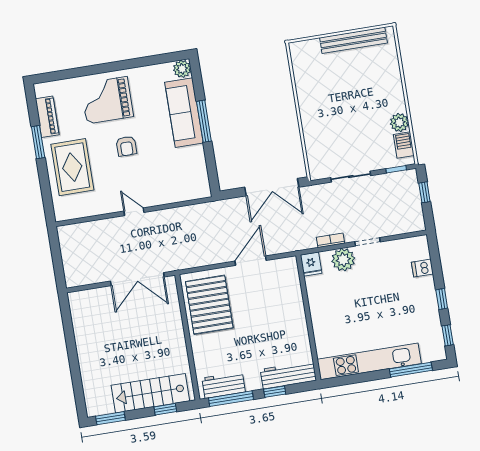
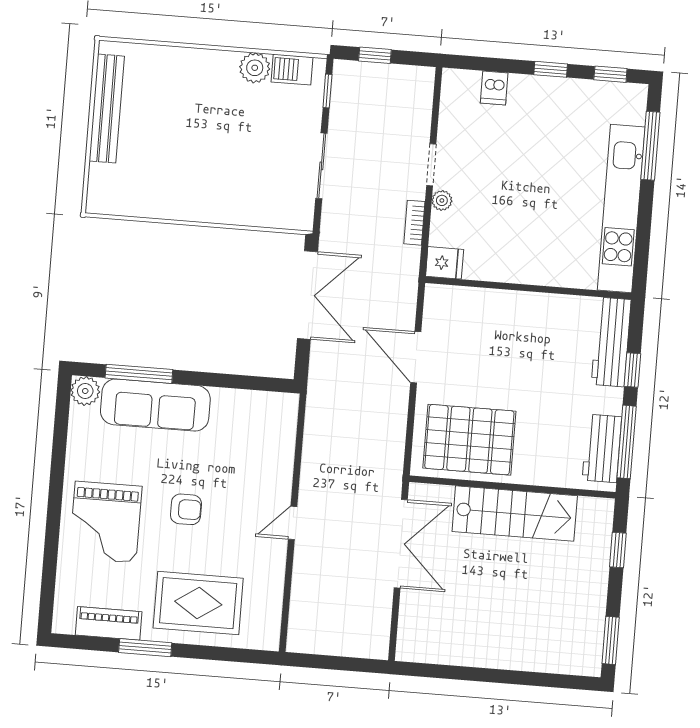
window: (204, 121) -> (139, 374), moved
plant: (343, 260) -> (442, 200), width x0.53, depth x0.53
stairs: (150, 393) -> (515, 514), moved, turned -90

